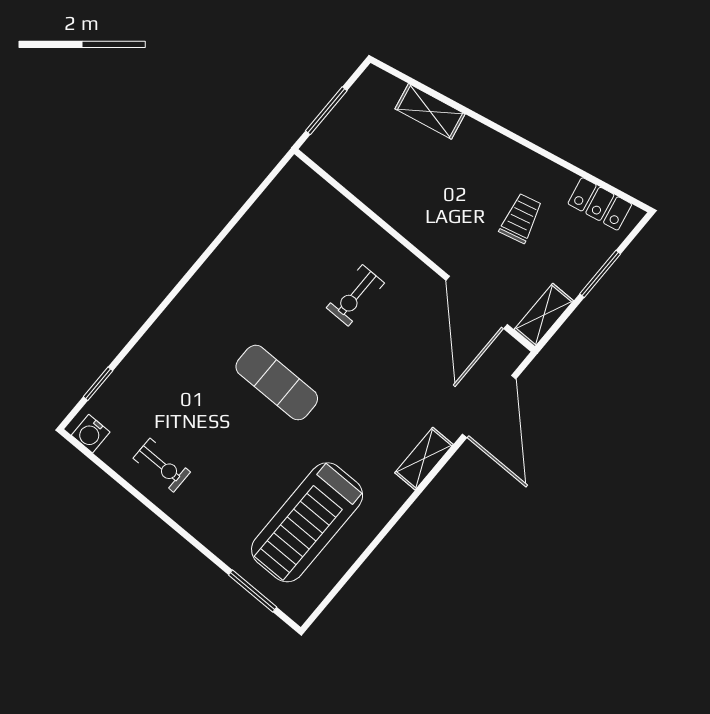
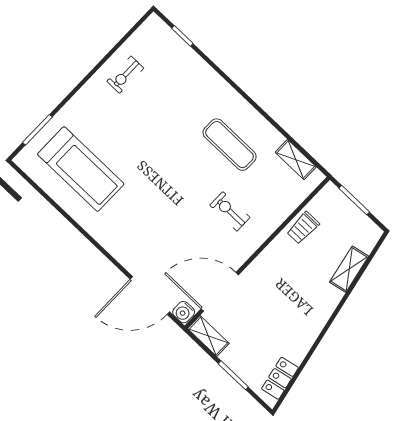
trolley: (521, 218) -> (303, 228), moved, turned 104
exercise mat: (277, 383) -> (230, 145), moved, turned 90
water cooler: (91, 434) -> (184, 312), moved, turned -90
shelving: (424, 459) -> (296, 160), moved
treadmill: (307, 522) -> (81, 169), turned 180

